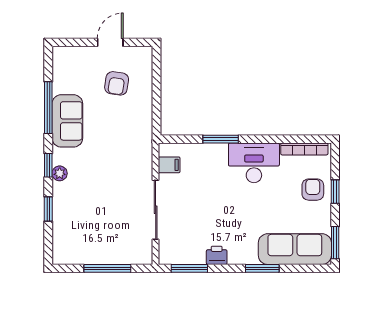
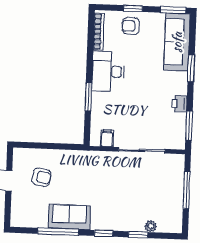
plant: (60, 173) -> (151, 226), moved

